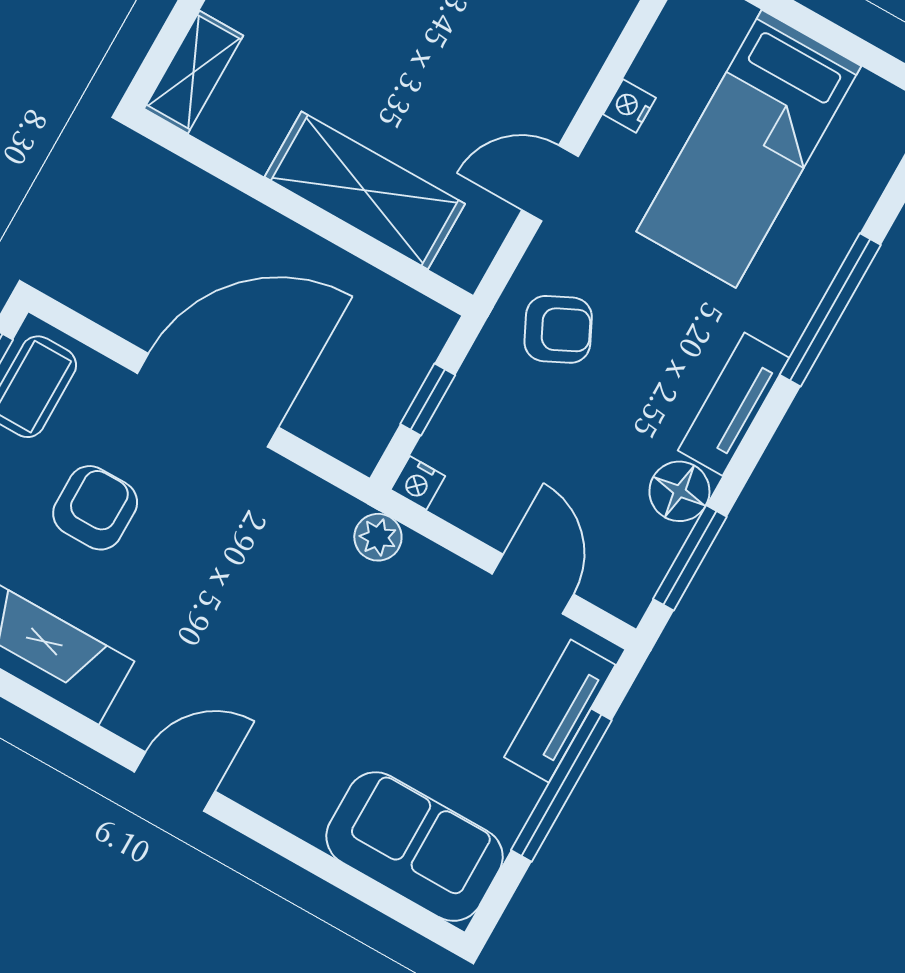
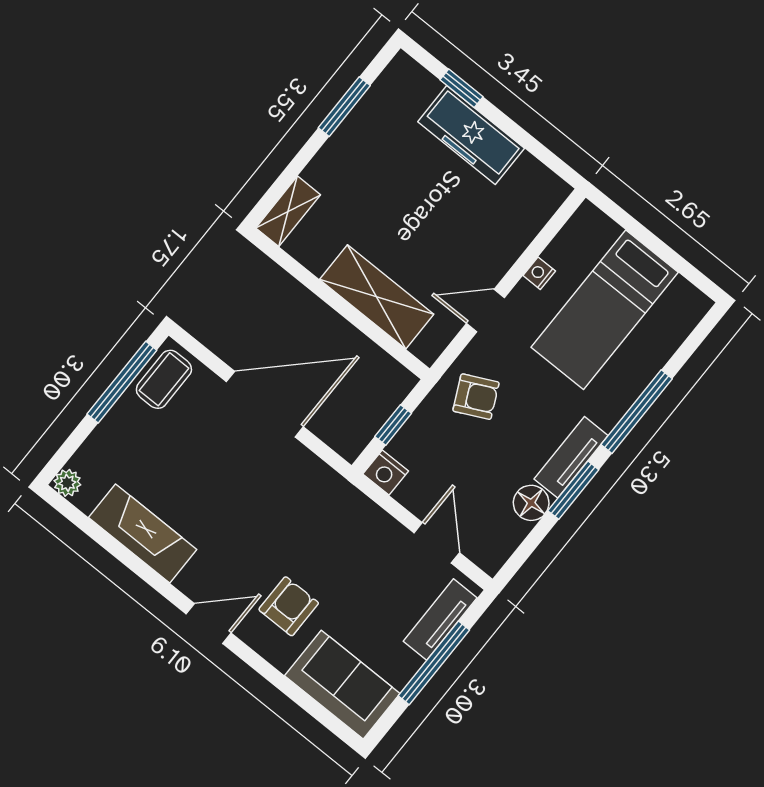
nightstand: (418, 483) -> (386, 473), width x1.39, depth x1.35
armchair: (95, 508) -> (289, 606), moved
plant: (378, 537) -> (351, 501), removed
window: (690, 558) -> (573, 490), moved

